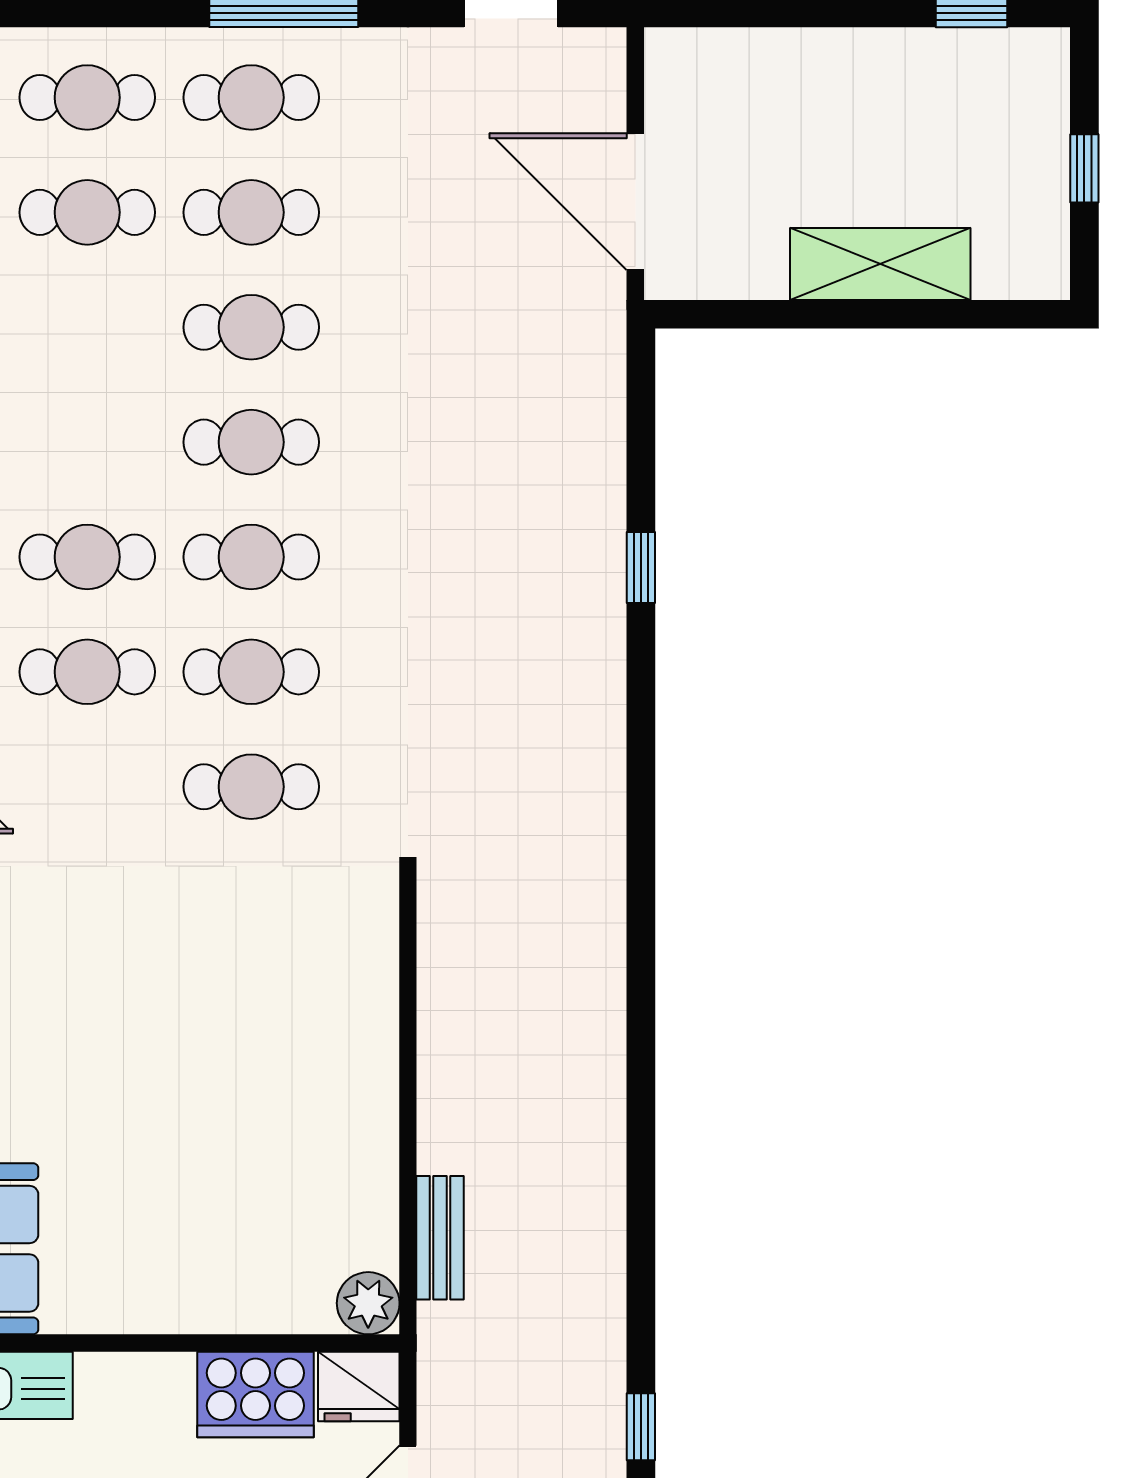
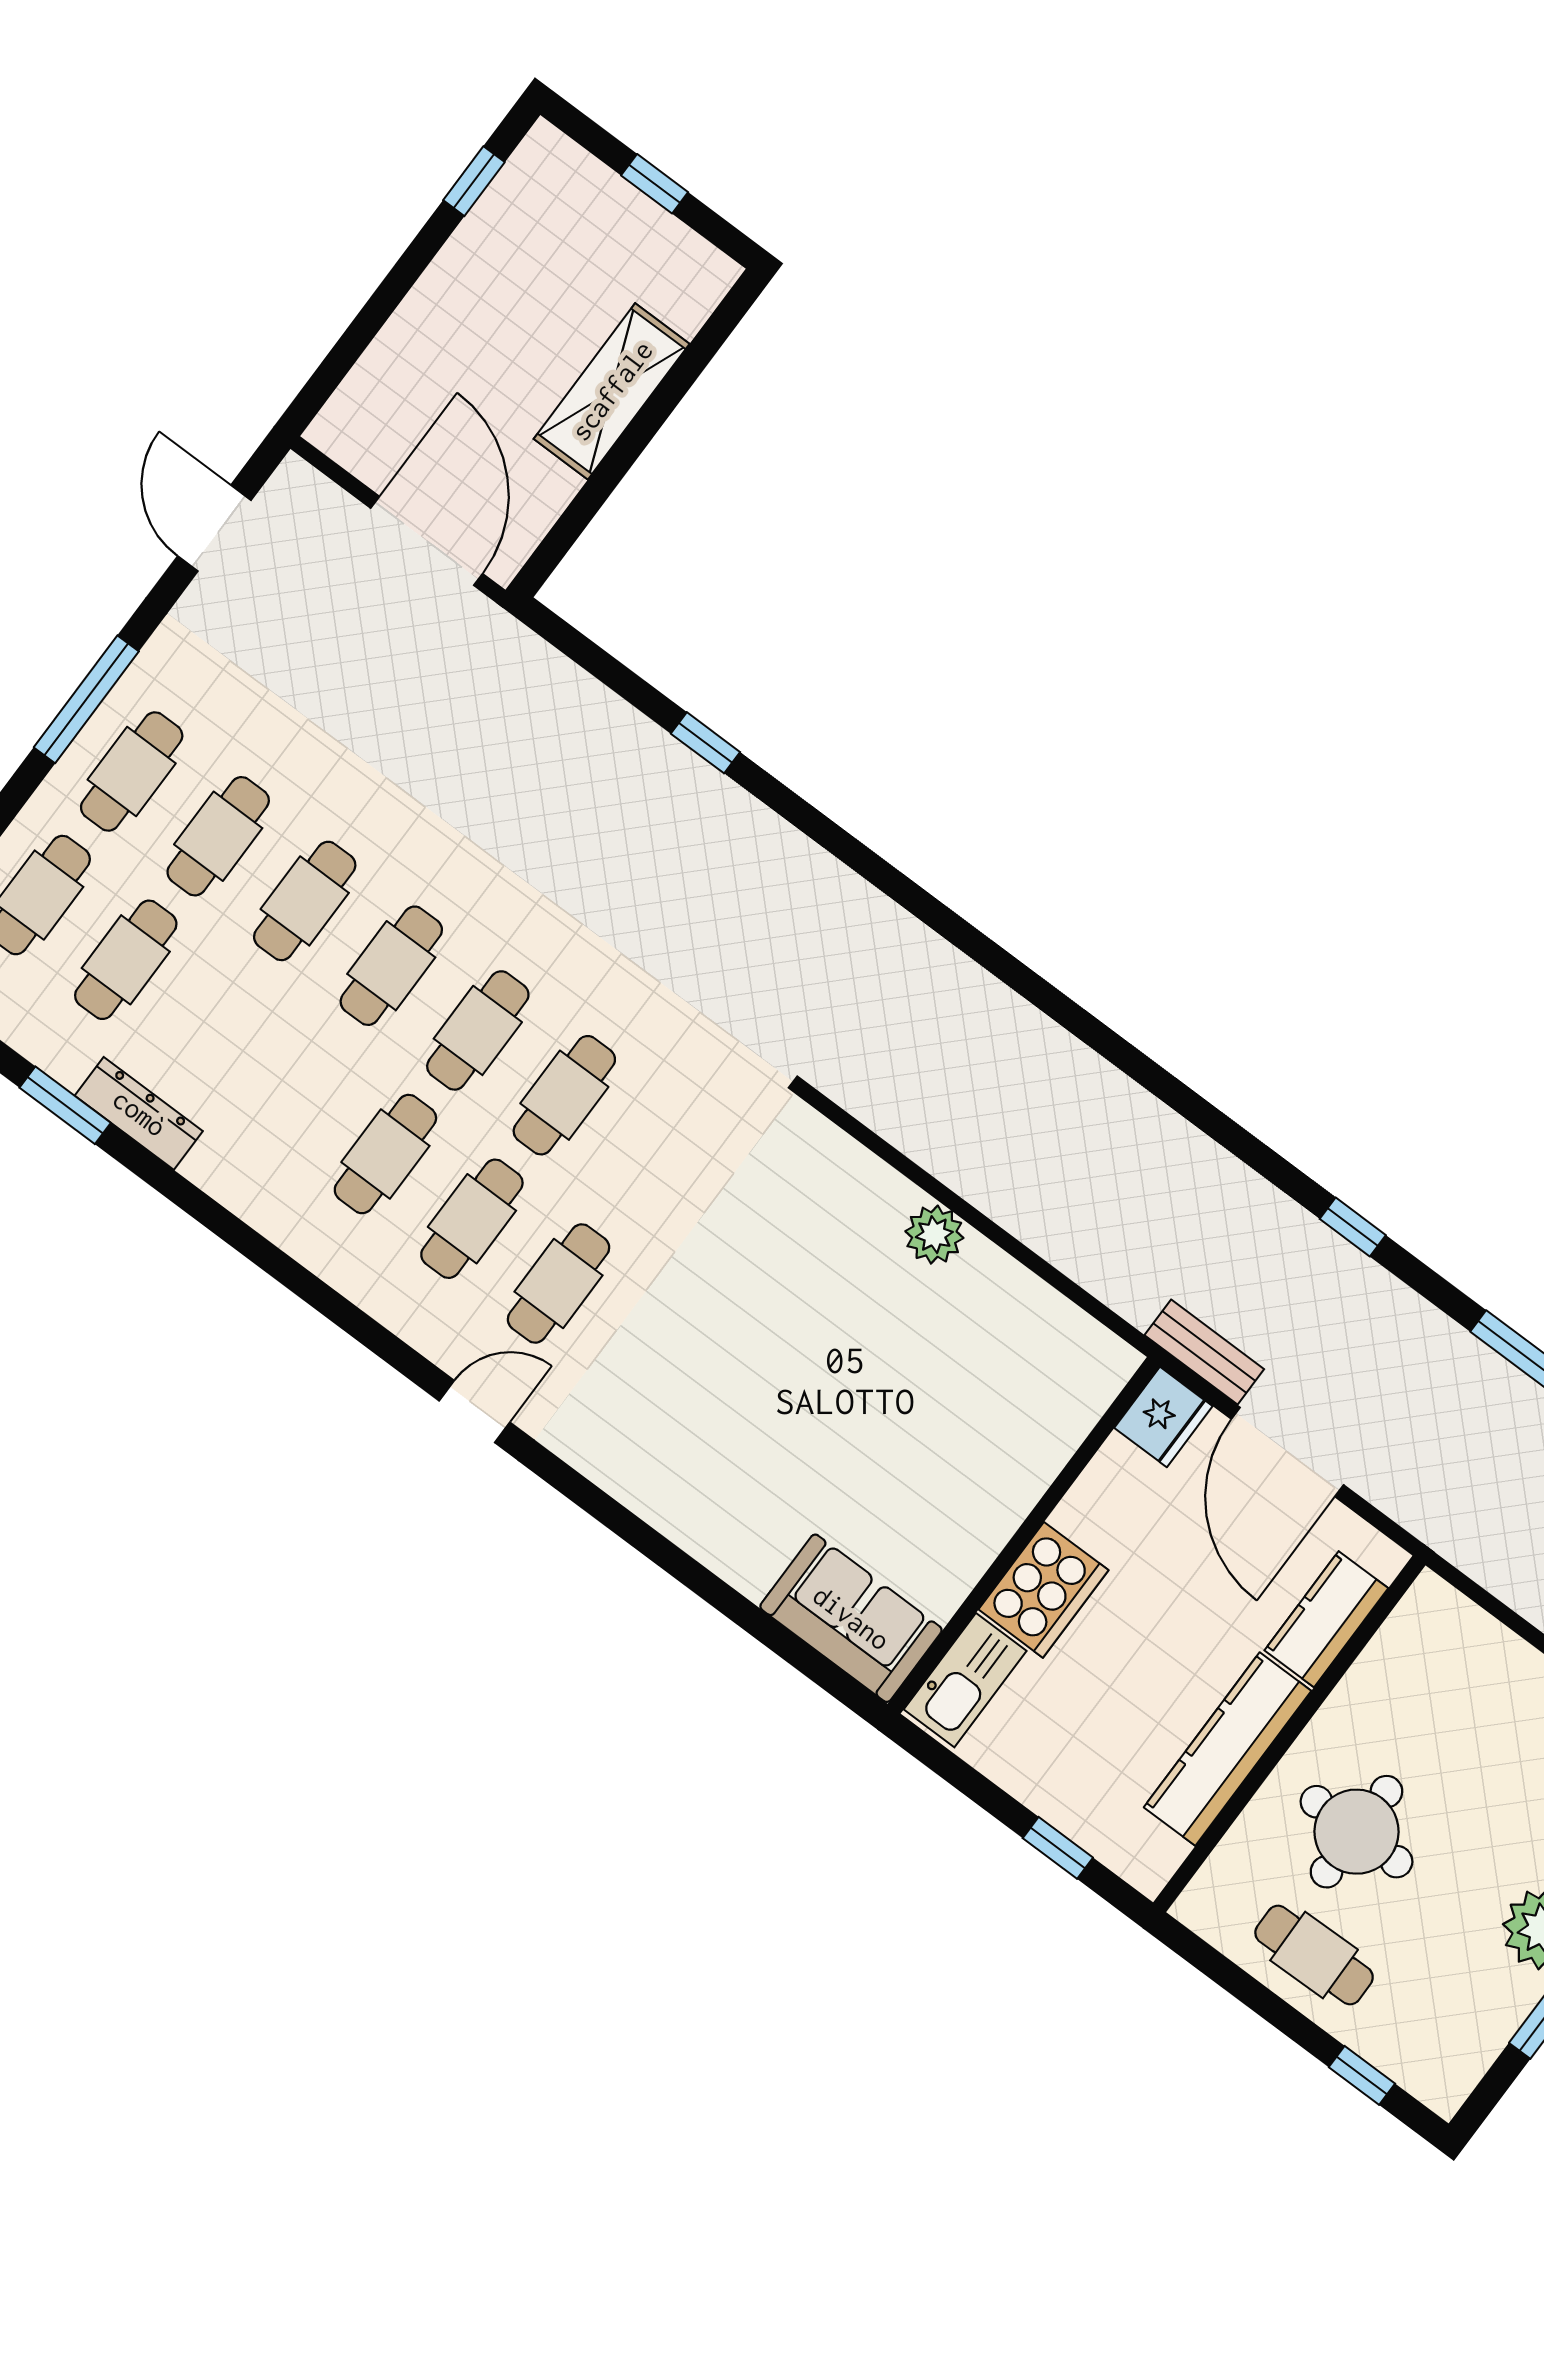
door: (635, 202) -> (427, 541), swing flipped
cafe table: (251, 787) -> (558, 1283), moved
bench: (440, 1238) -> (1204, 1352), moved
plant: (368, 1303) -> (934, 1235), moved
cooker: (255, 1394) -> (1043, 1590), moved

